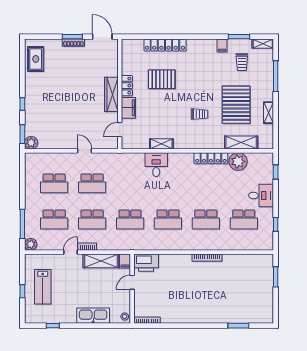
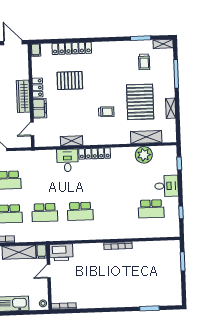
filing cabinet: (222, 46) -> (36, 50), moved
locker: (211, 158) -> (95, 154), moved
school desk: (206, 219) -> (116, 210), removed

